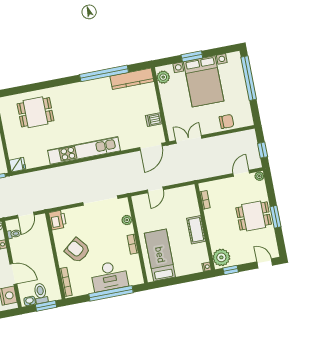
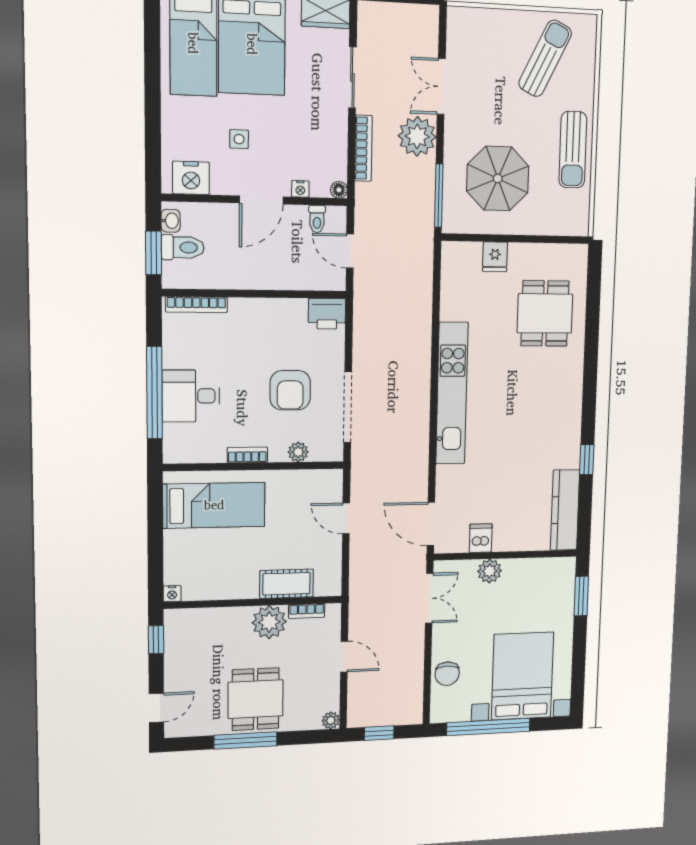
window: (192, 56) -> (581, 596), moved
window: (104, 73) -> (587, 459), width x0.32
plant: (163, 77) -> (490, 571), moved
window: (249, 78) -> (488, 727), moved
bed with nightstands: (204, 81) -> (523, 676), moved, turned 90
fridge: (17, 165) -> (495, 257), moved
door: (241, 173) -> (344, 657), moved
window: (276, 217) -> (246, 740), width x1.44
cot: (196, 230) -> (287, 584), moved
armchair: (77, 250) -> (290, 390), moved, turned 129
plant: (221, 257) -> (269, 622), moved
door: (13, 274) -> (261, 200), moved
desk: (109, 276) -> (191, 396), width x0.73

